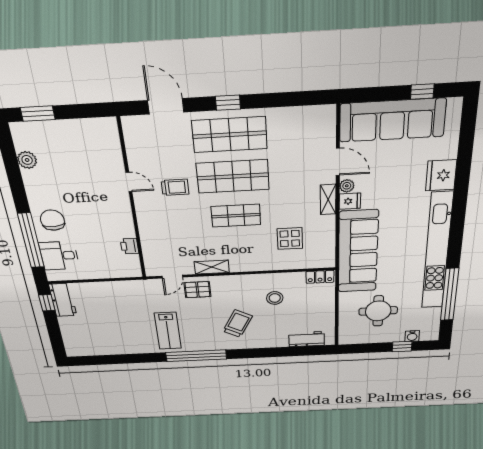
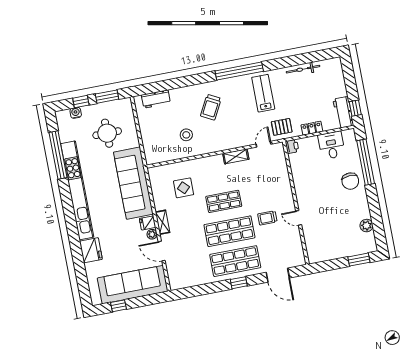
printer: (130, 246) -> (292, 146), moved
desk: (59, 256) -> (331, 145), moved, turned -90
locker: (320, 277) -> (312, 128), moved
pallet: (197, 290) -> (282, 127), moved
window: (368, 348) -> (107, 97), added
bicycle: (115, 349) -> (303, 69), added

